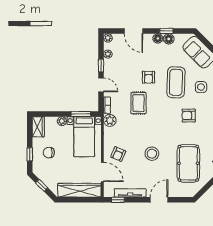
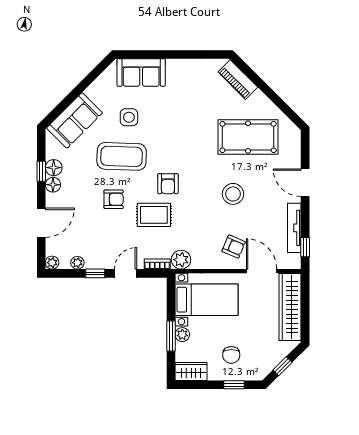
window: (81, 114) -> (171, 336), moved
armchair: (189, 116) -> (168, 184), moved
door: (102, 172) -> (262, 271), hinge flipped

